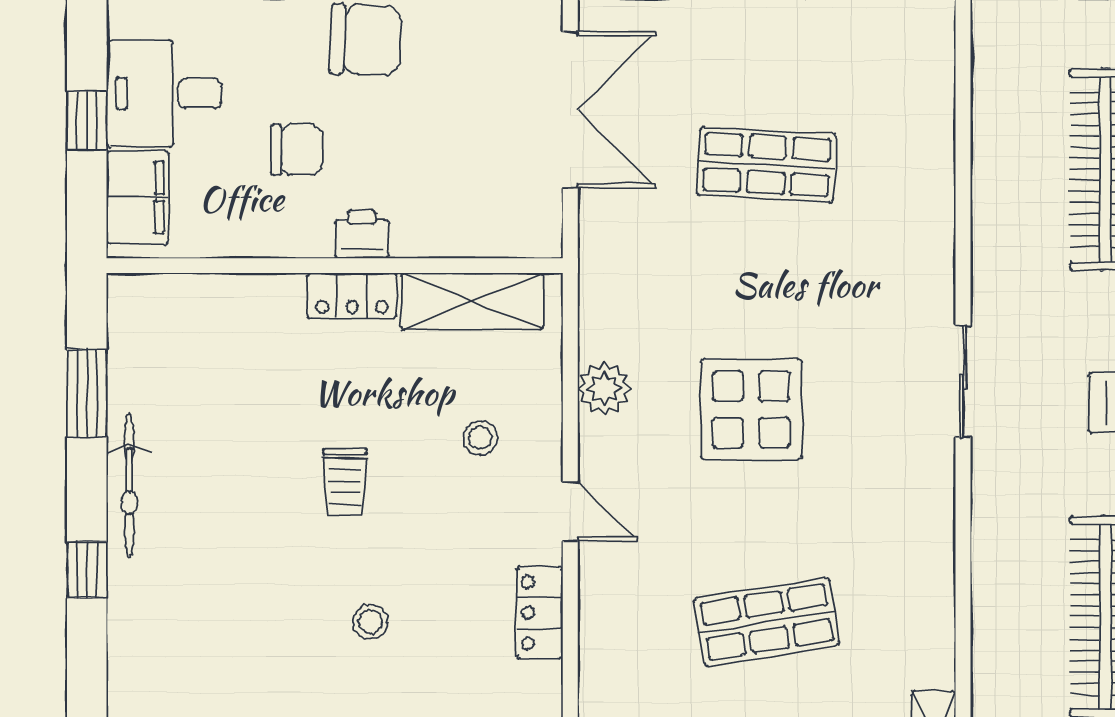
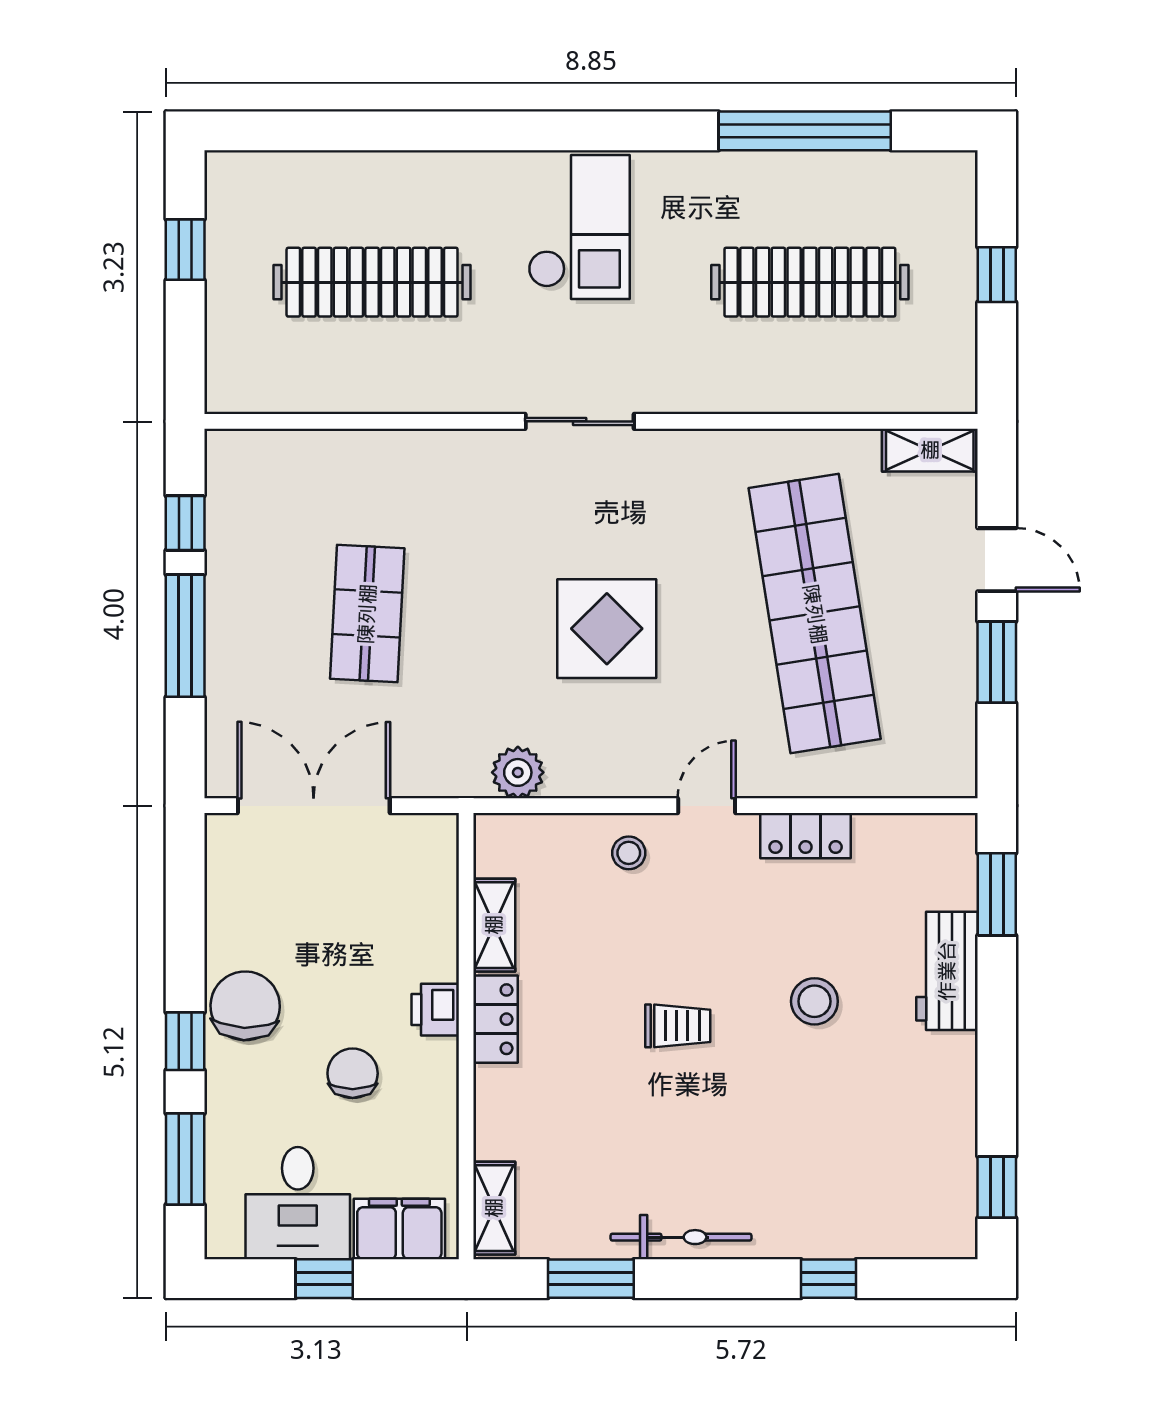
shelving: (159, 294) -> (494, 1208), added
shelving: (472, 301) -> (494, 925), width x0.67, depth x0.75
plant: (604, 388) -> (518, 772), moved
stool: (480, 438) -> (629, 853), moved
window: (87, 570) -> (828, 1279), moved
stool: (370, 622) -> (814, 1001), width x1.37, depth x1.37
shop shelf: (767, 622) -> (815, 614), width x2.00, depth x1.36

